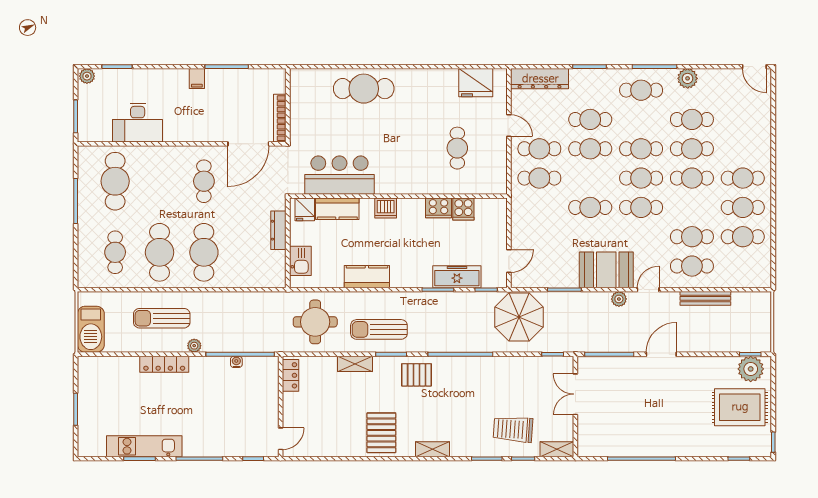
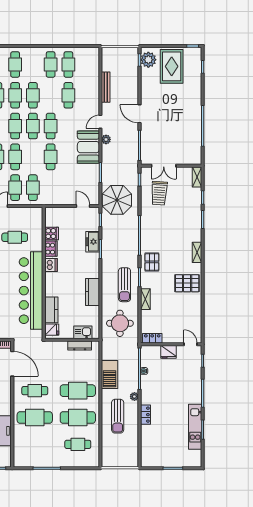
bar counter: (339, 175) -> (31, 291), width x1.86
cafe table: (743, 178) -> (15, 64), moved
cafe table: (115, 181) -> (35, 418), moved
dishwasher: (386, 208) -> (51, 265), moved
dresser: (278, 230) -> (80, 346), moved
cafe table: (692, 266) -> (86, 95), removed
freezer: (457, 277) -> (93, 242), width x0.71
door: (648, 290) -> (100, 122), hinge flipped
barbecue: (91, 329) -> (110, 374), moved, turned 90
locker: (164, 364) -> (145, 415), width x0.66
fridge: (268, 402) -> (168, 352), added
trolley: (513, 429) -> (159, 193), moved

